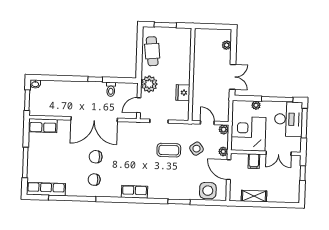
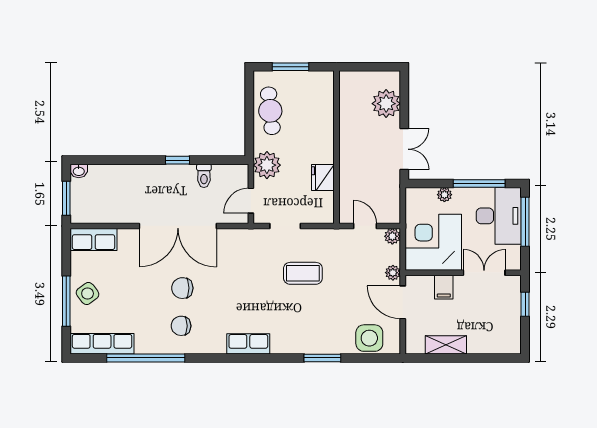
plant: (227, 45) -> (386, 104), width x1.88, depth x1.88
side table: (196, 149) -> (88, 293), moved
double door: (279, 153) -> (484, 273), swing flipped

